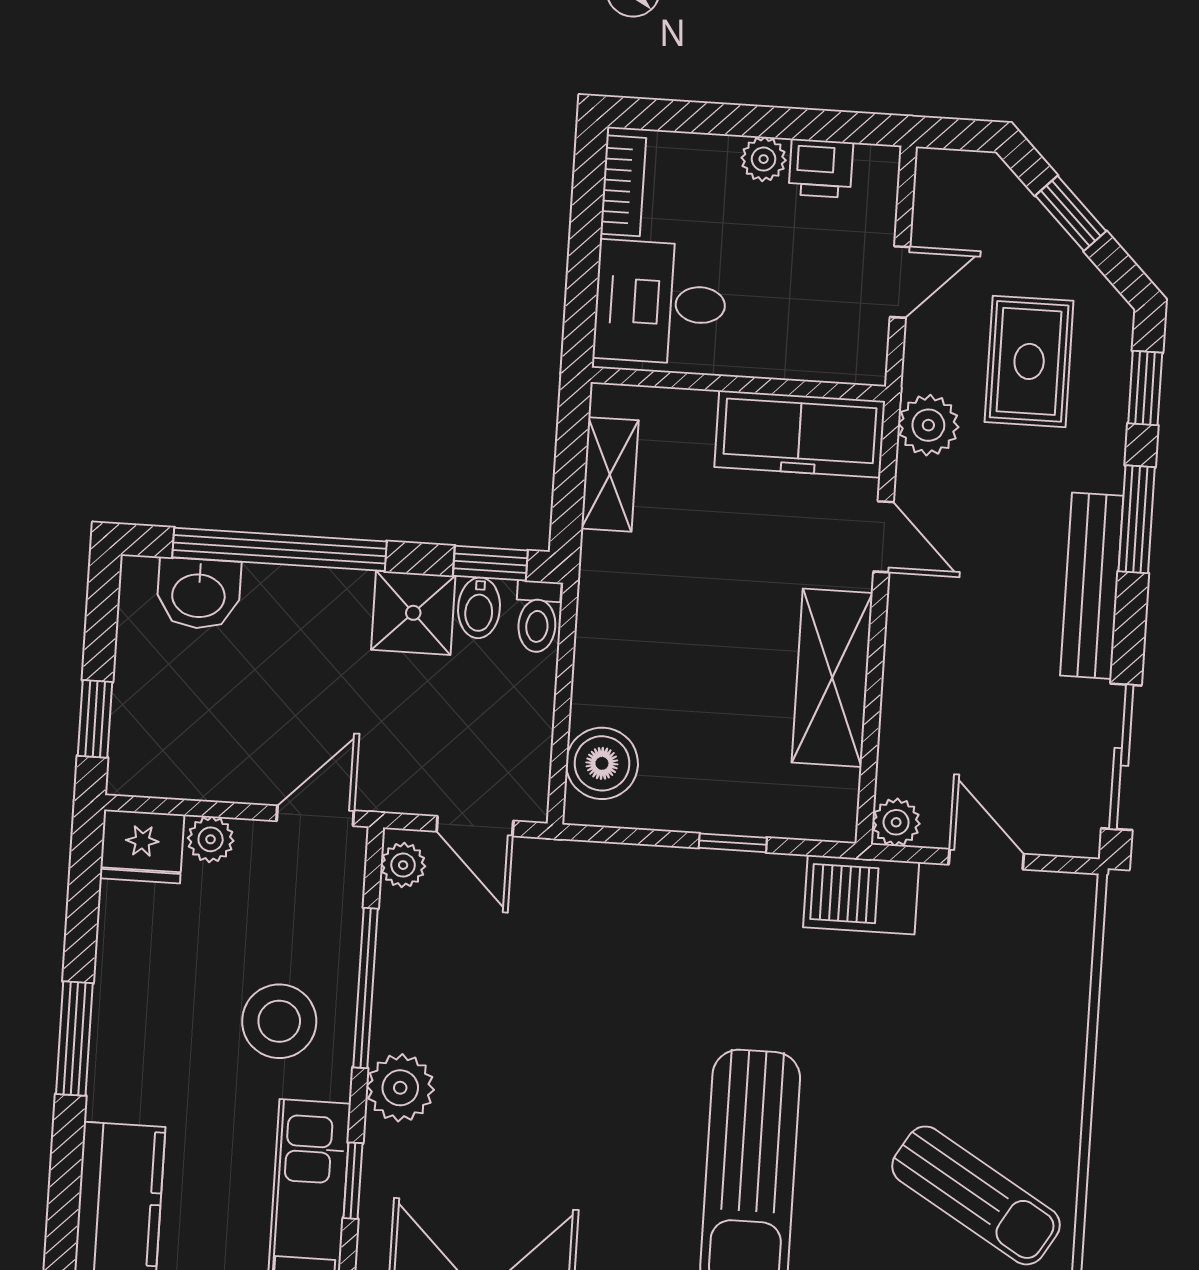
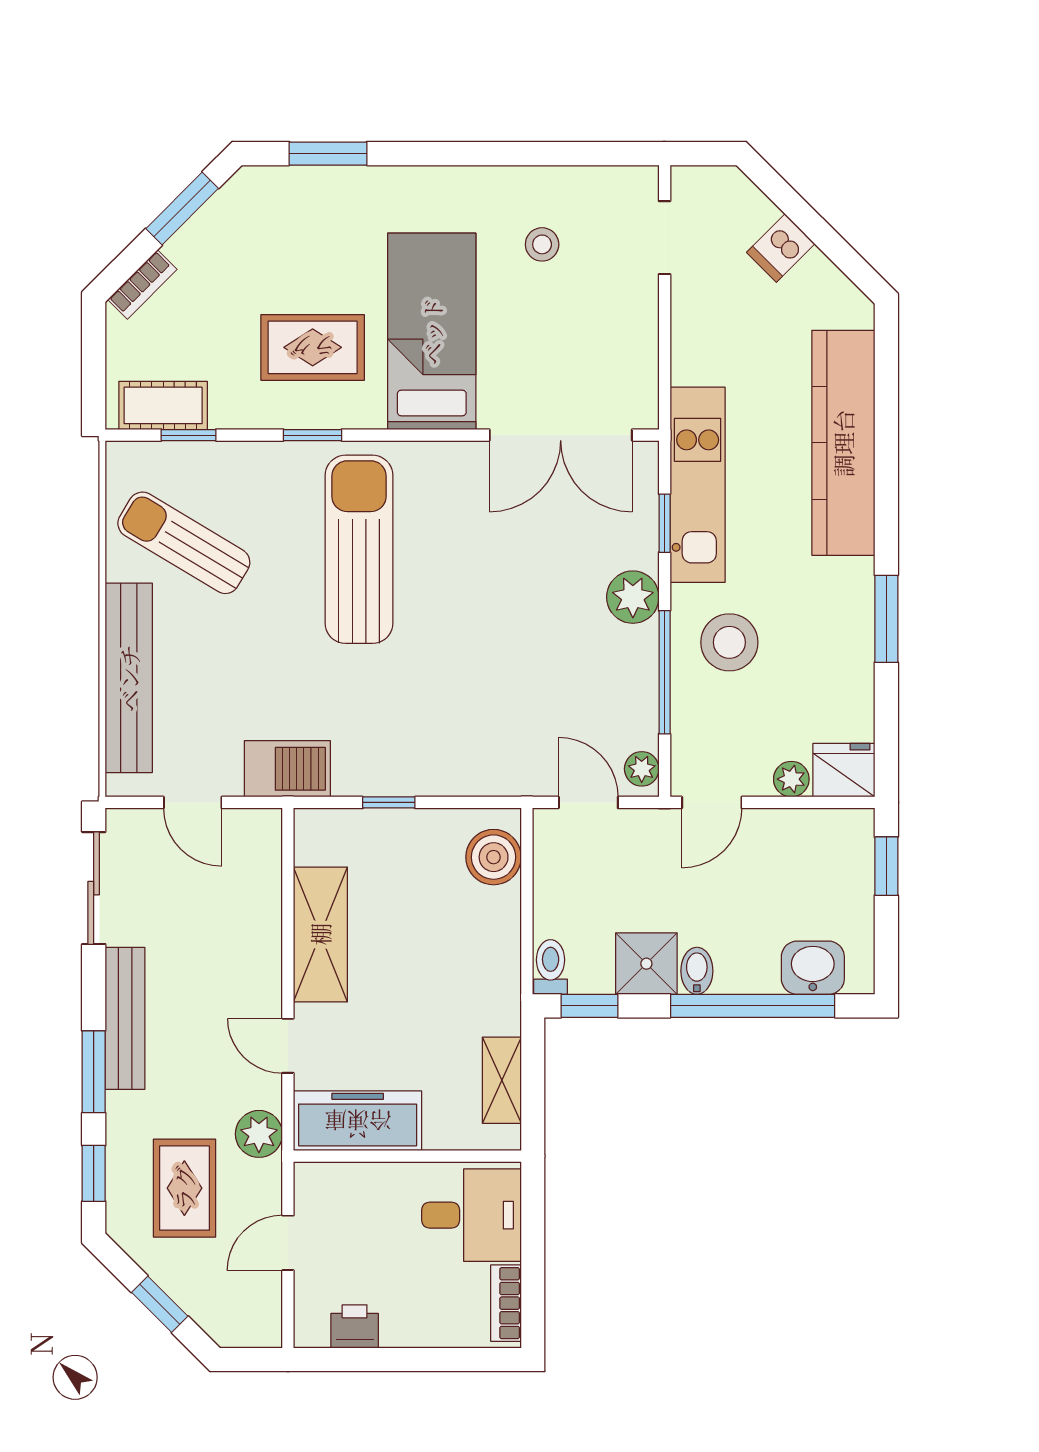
plant: (764, 159) -> (399, 1331), removed
bidet: (479, 608) -> (697, 971), moved
plant: (896, 822) -> (264, 826), removed
bench: (1058, 1026) -> (129, 678), added

